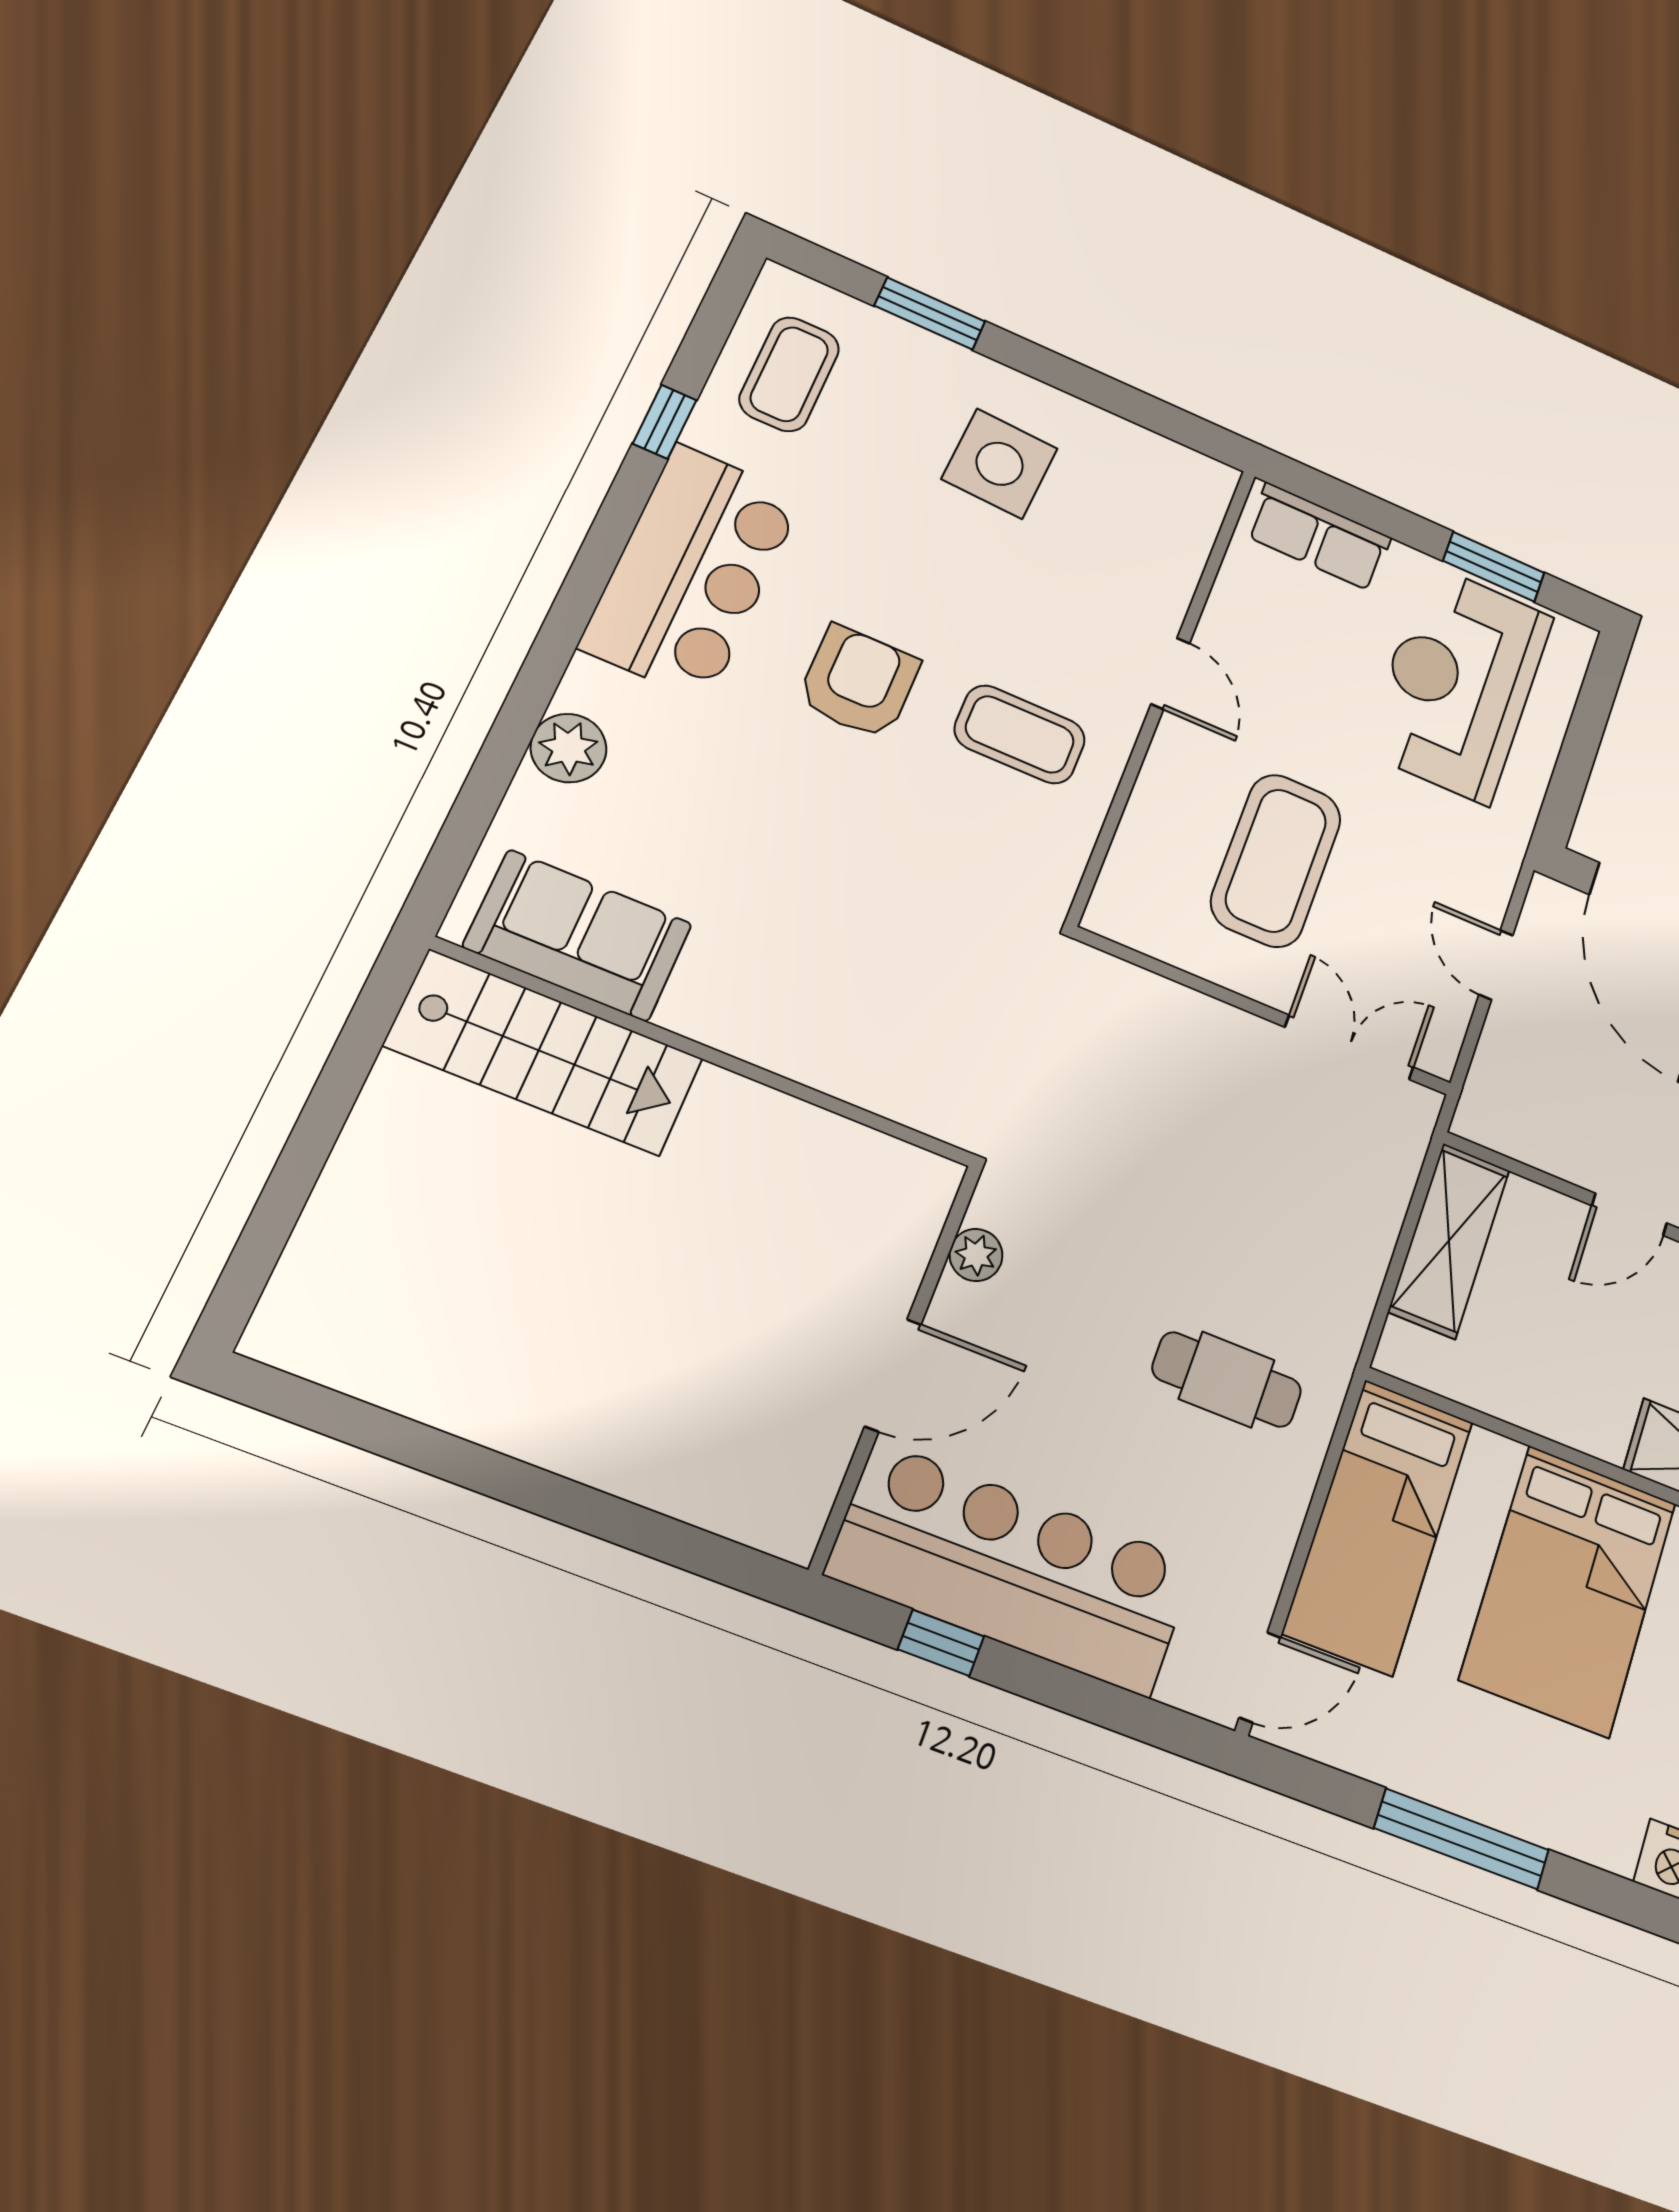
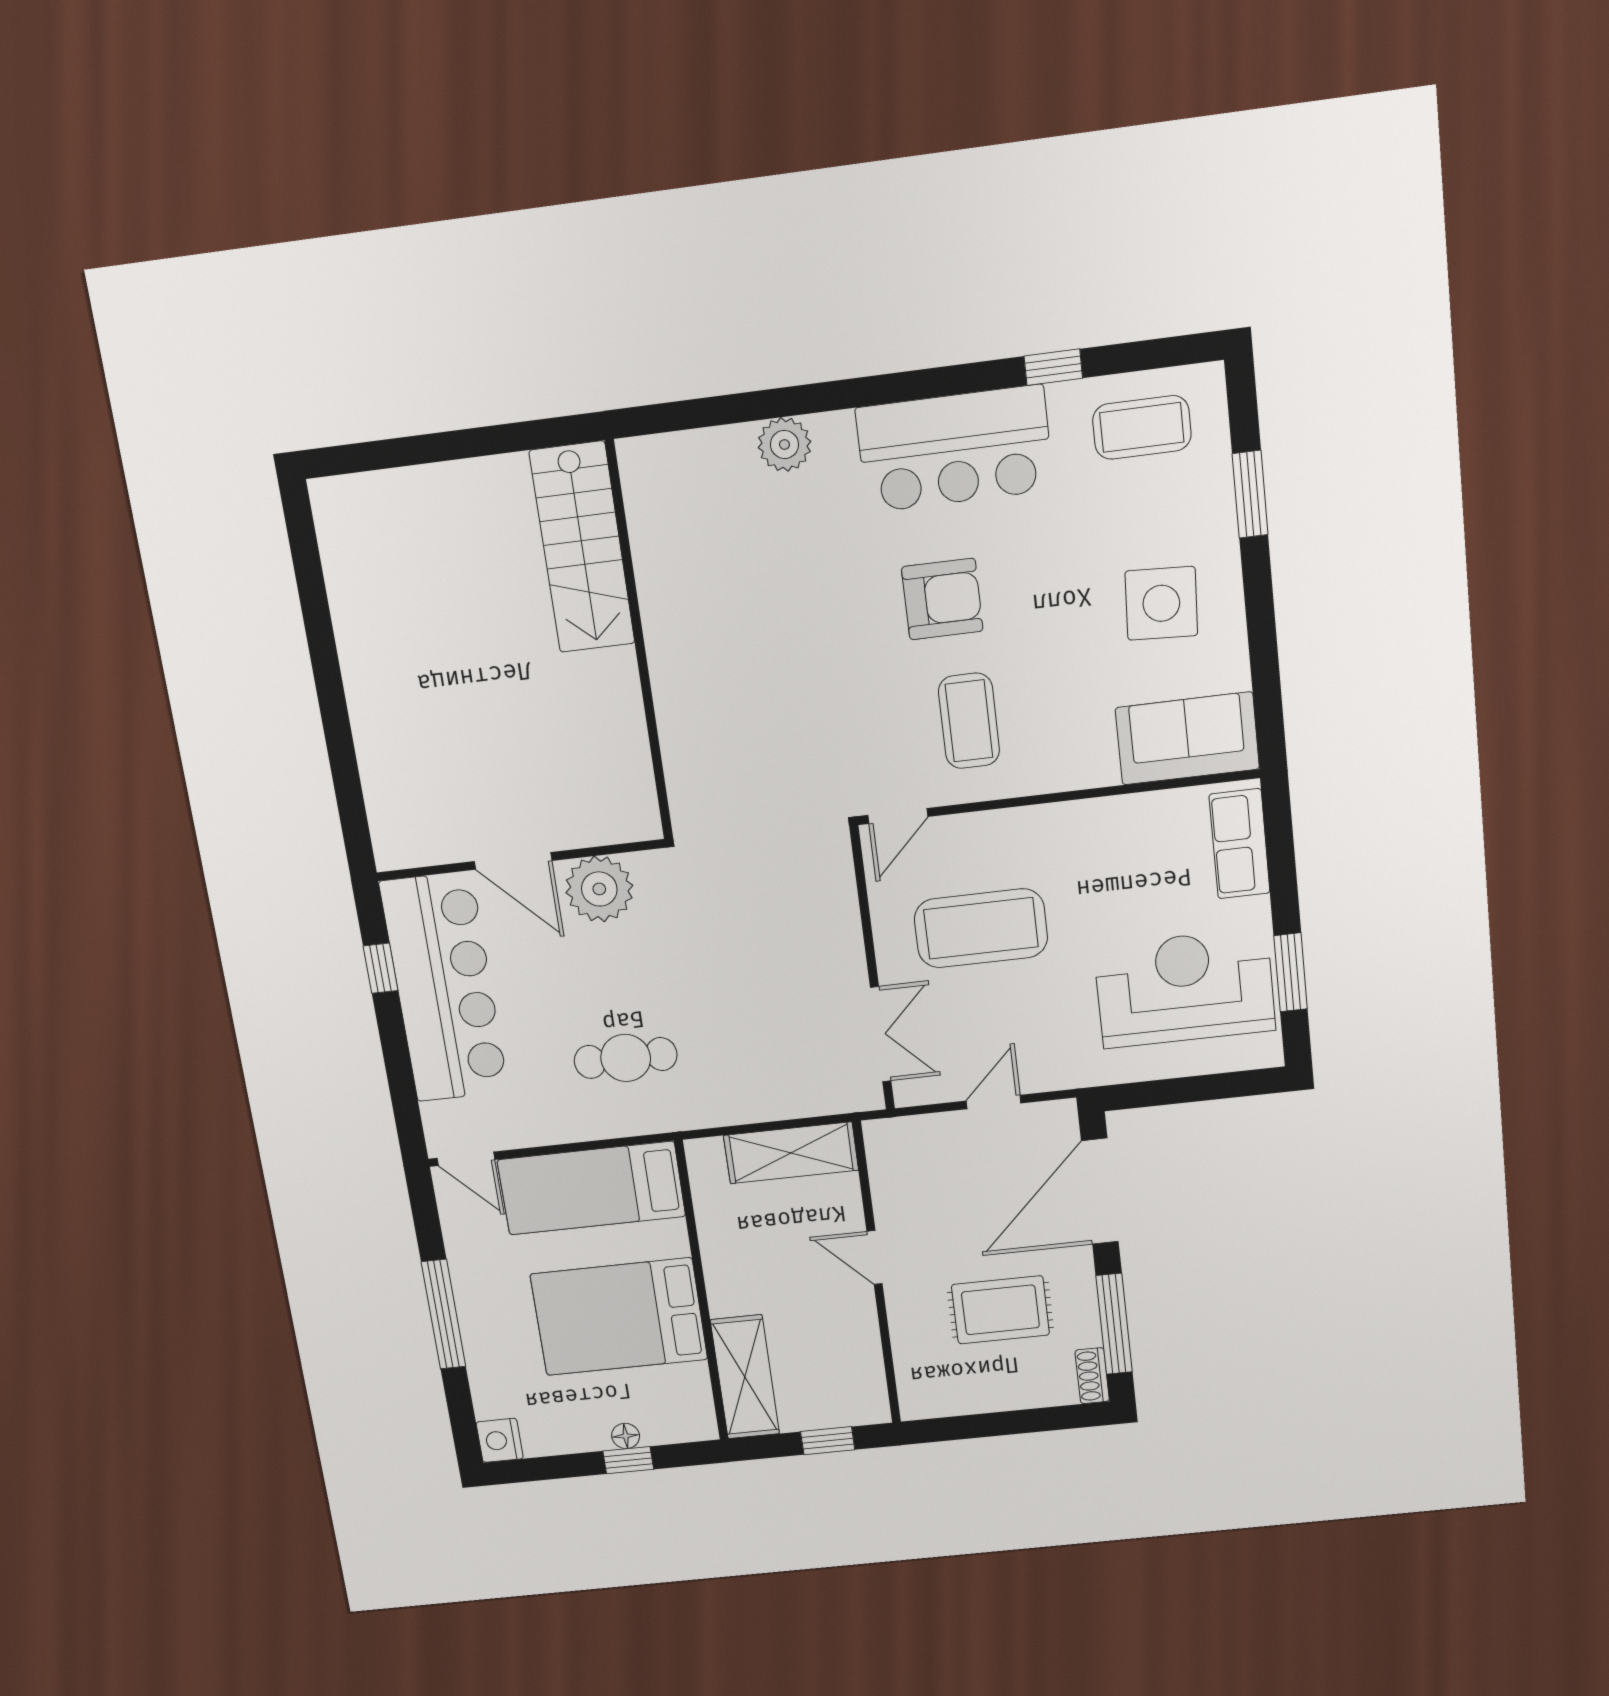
door: (1170, 674) -> (898, 816), moved
sofa: (578, 935) -> (1187, 738), moved, turned -90
plant: (976, 1255) -> (599, 889), width x1.88, depth x1.88
cafe table: (1227, 1380) -> (626, 1058), turned 90

